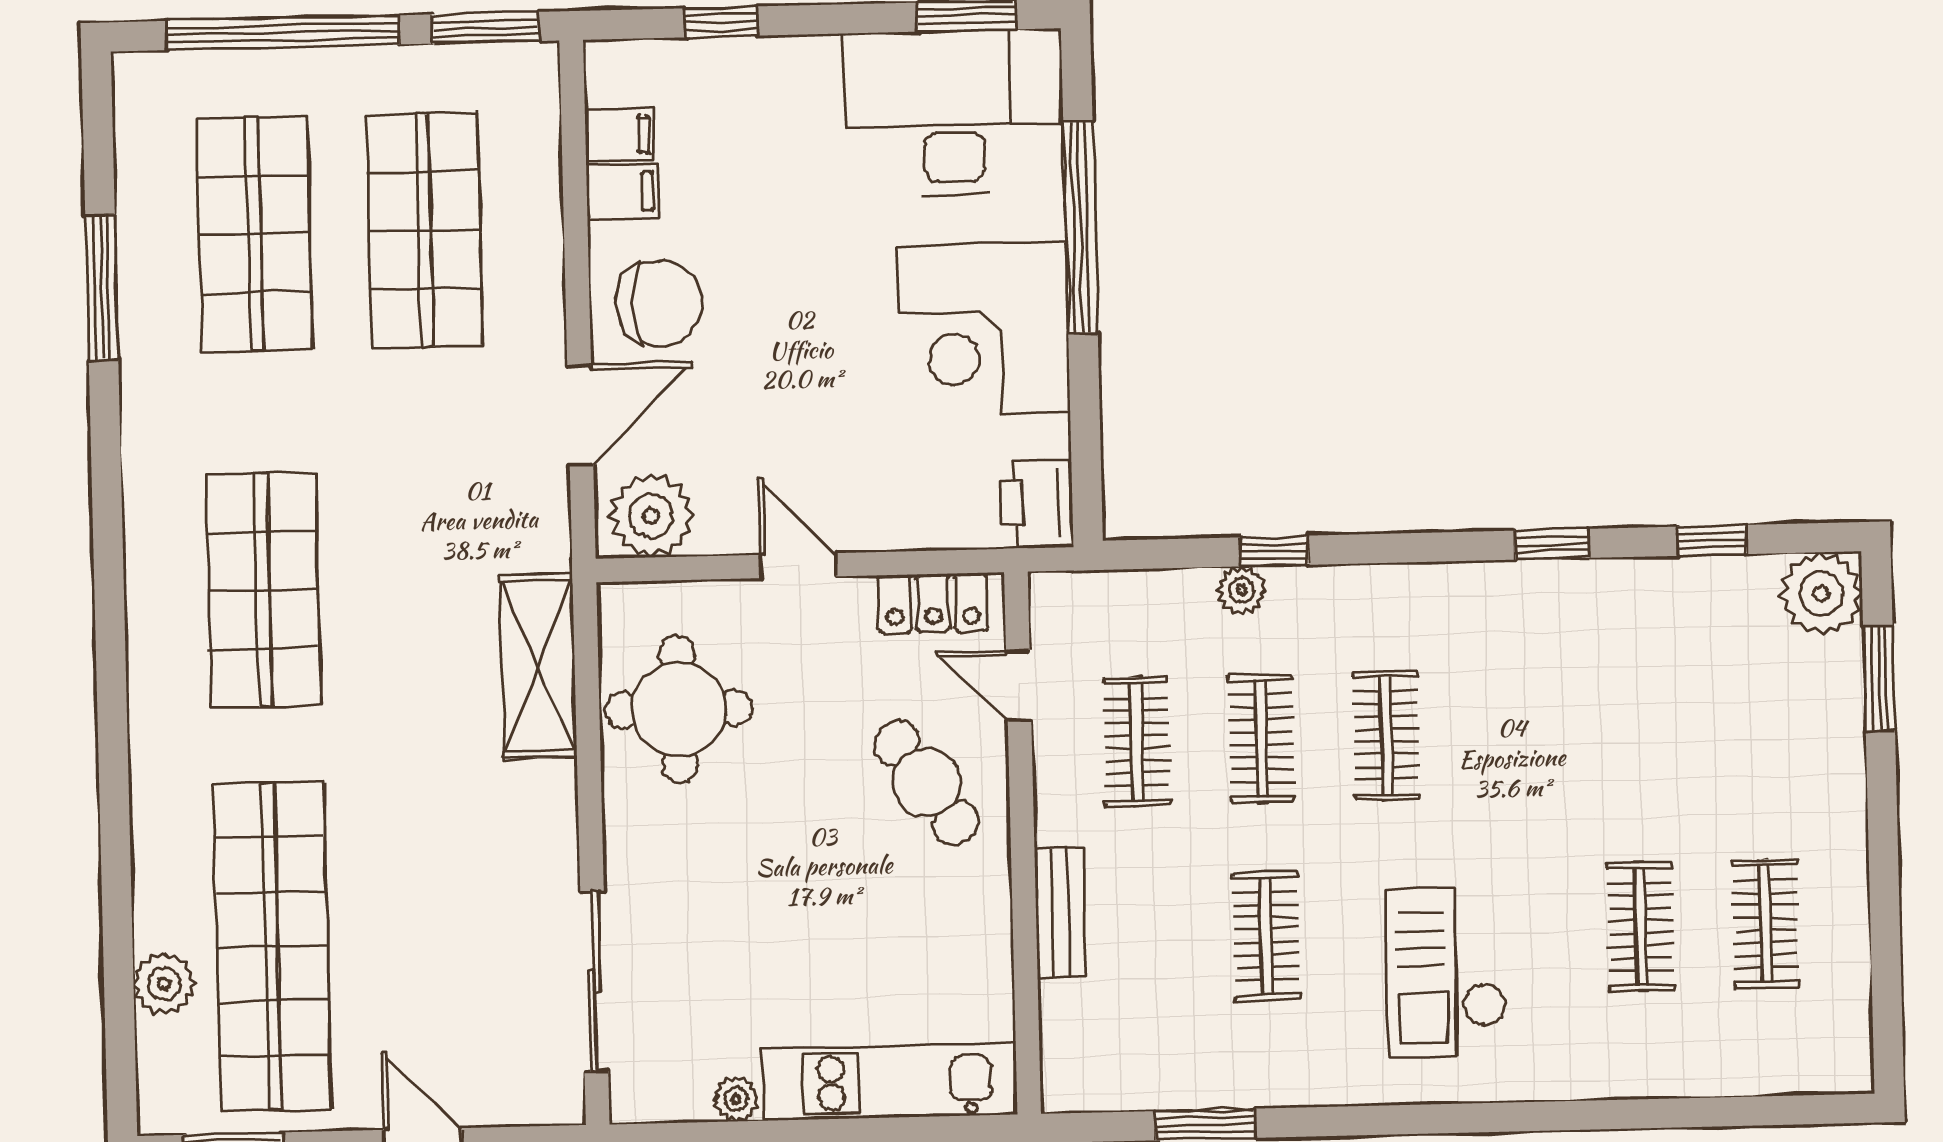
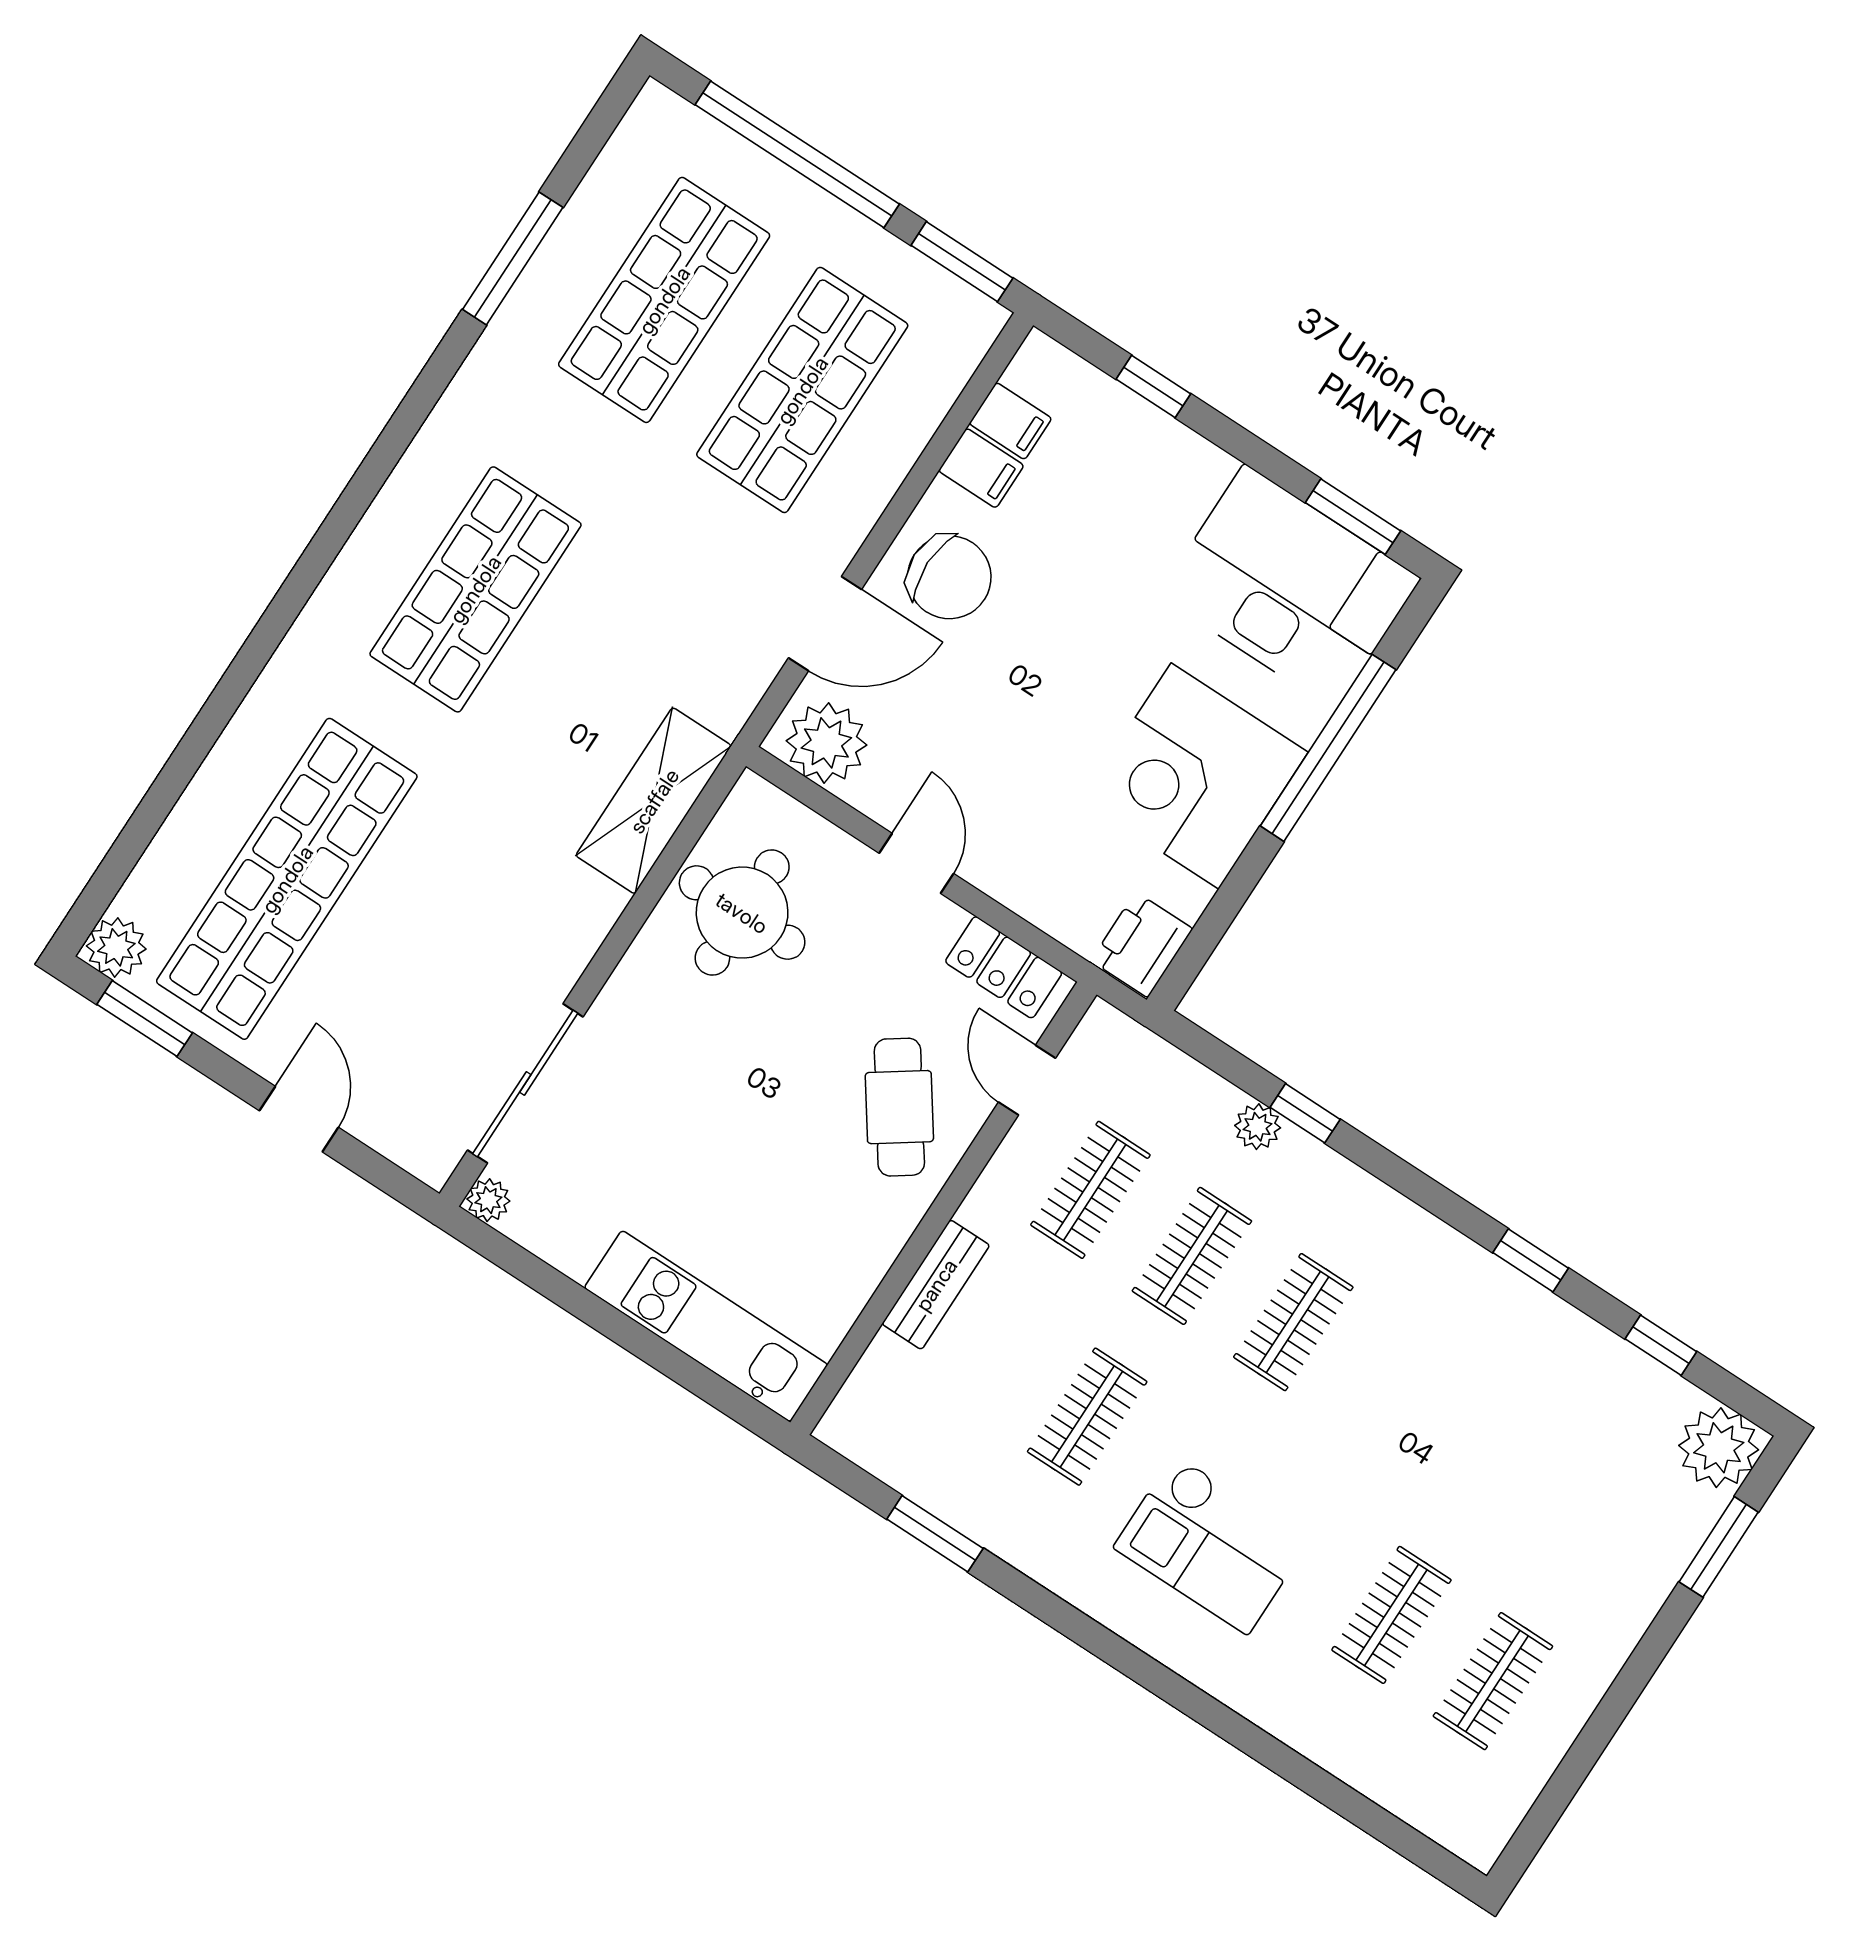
checkout: (1446, 972) -> (1211, 1544), turned -90
plant: (164, 984) -> (116, 947), moved
plant: (736, 1099) -> (488, 1200), moved

